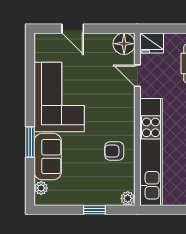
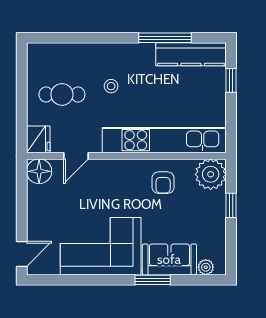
door: (73, 29) -> (22, 254), moved
plant: (128, 198) -> (211, 174), width x1.88, depth x1.88

